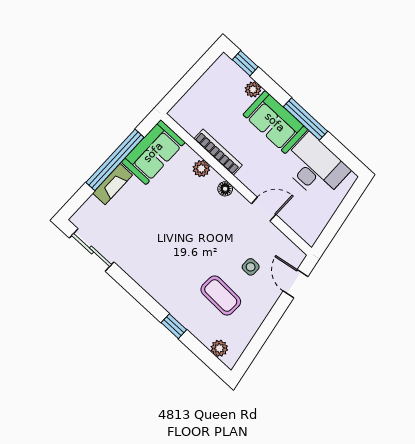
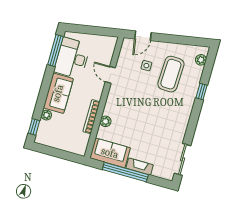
window: (306, 119) -> (55, 51), moved
floor lamp: (225, 189) -> (110, 102), removed
coffee table: (221, 295) -> (171, 74), width x1.36, depth x1.32

